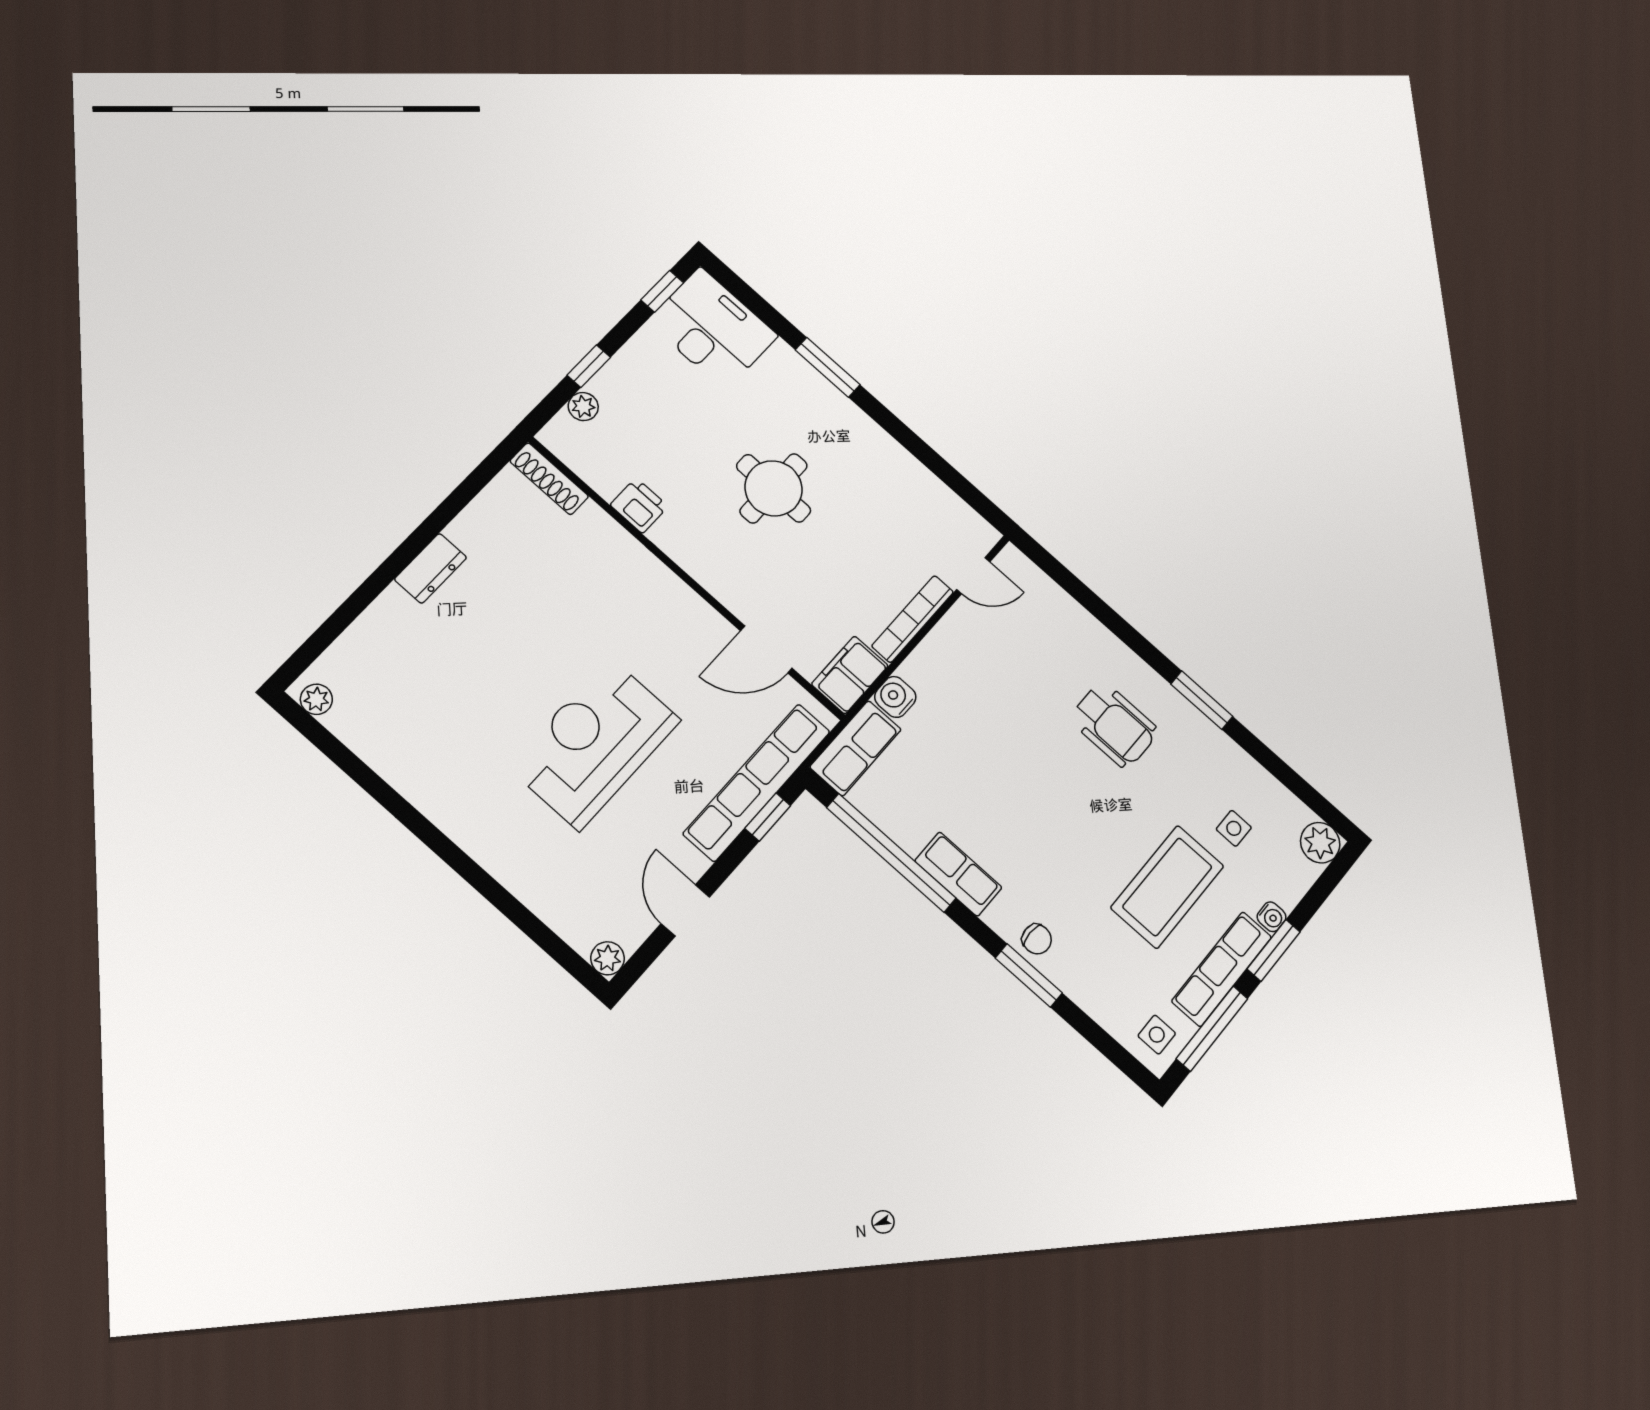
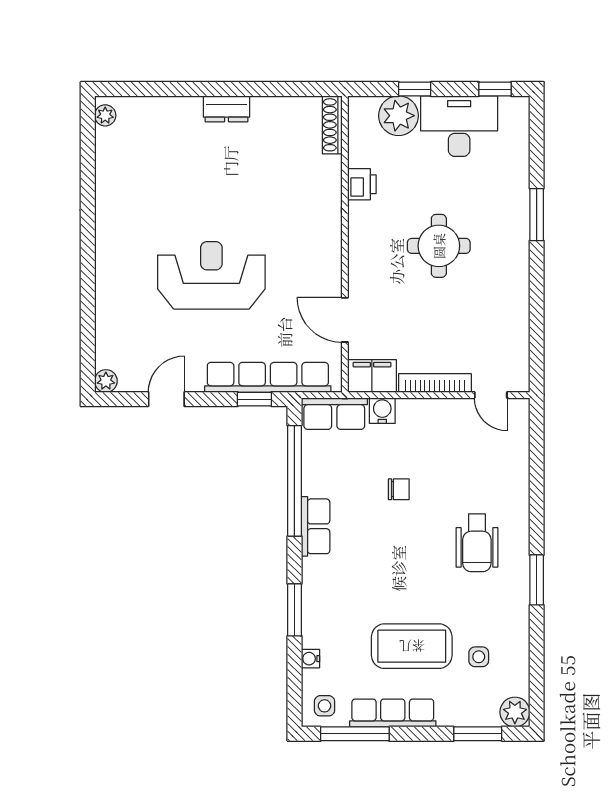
desk: (713, 329) -> (459, 126), moved, turned -90
plant: (583, 407) -> (398, 116), width x1.88, depth x1.88
water cooler: (1272, 917) -> (311, 659), moved, turned 90
chair: (1037, 939) -> (399, 489), moved, turned -90
window: (1274, 950) -> (478, 734), moved

